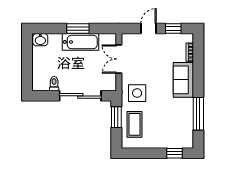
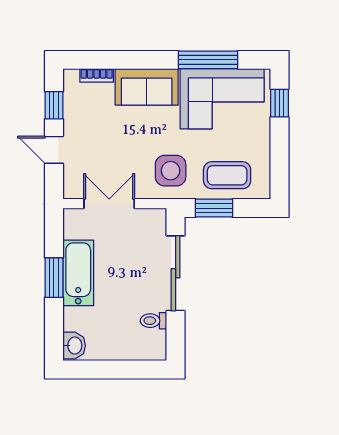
double door: (119, 59) -> (109, 204), swing flipped
corner sofa: (177, 122) -> (222, 99), added

